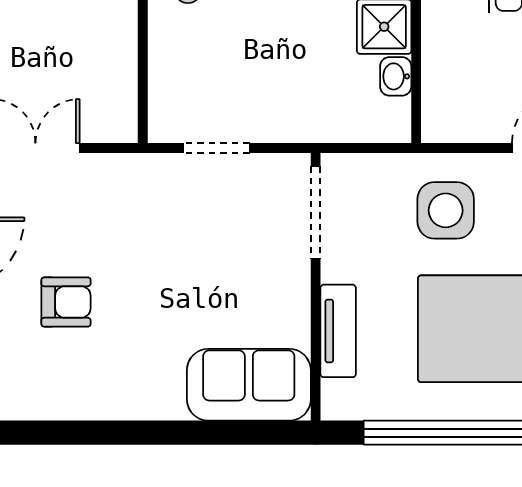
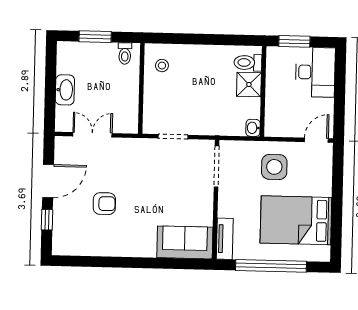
washbasin: (396, 76) -> (253, 128), moved
tv unit: (338, 331) -> (225, 239), moved

